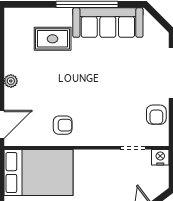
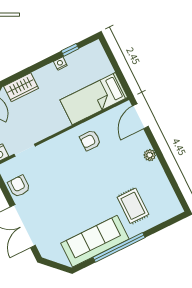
rug: (53, 39) -> (133, 206), turned 90
bed: (39, 173) -> (94, 99), width x0.67

